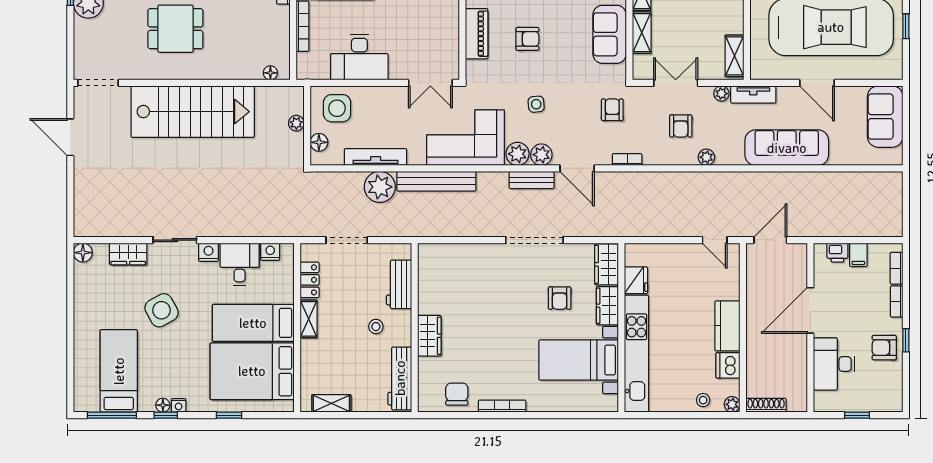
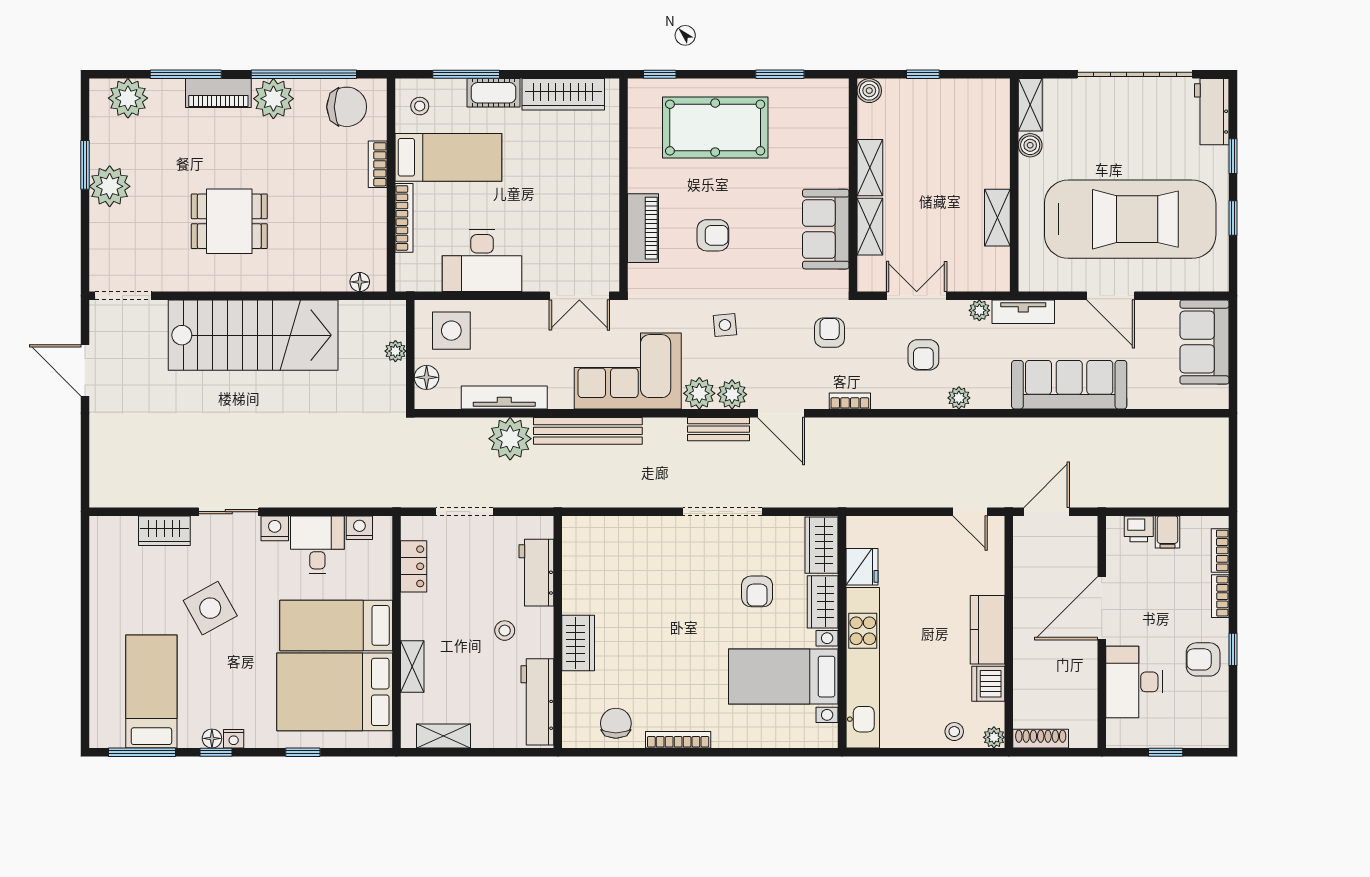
shelving: (734, 56) -> (997, 218), moved
floor lamp: (83, 253) -> (102, 529), removed
shelving: (309, 319) -> (412, 666), moved

